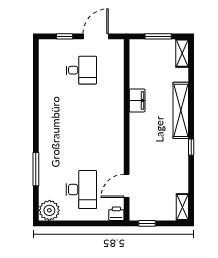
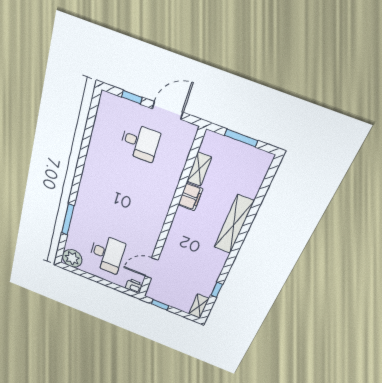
shelving: (182, 53) -> (199, 169), moved
window: (191, 147) -> (217, 290), moved

